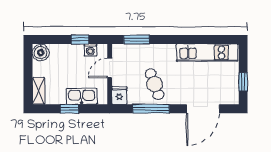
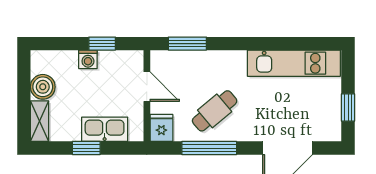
washing machine: (90, 50) -> (88, 59), moved
boiler: (41, 53) -> (43, 87), moved
door: (110, 68) -> (147, 87), swing flipped
cafe table: (155, 84) -> (215, 111), turned 70

